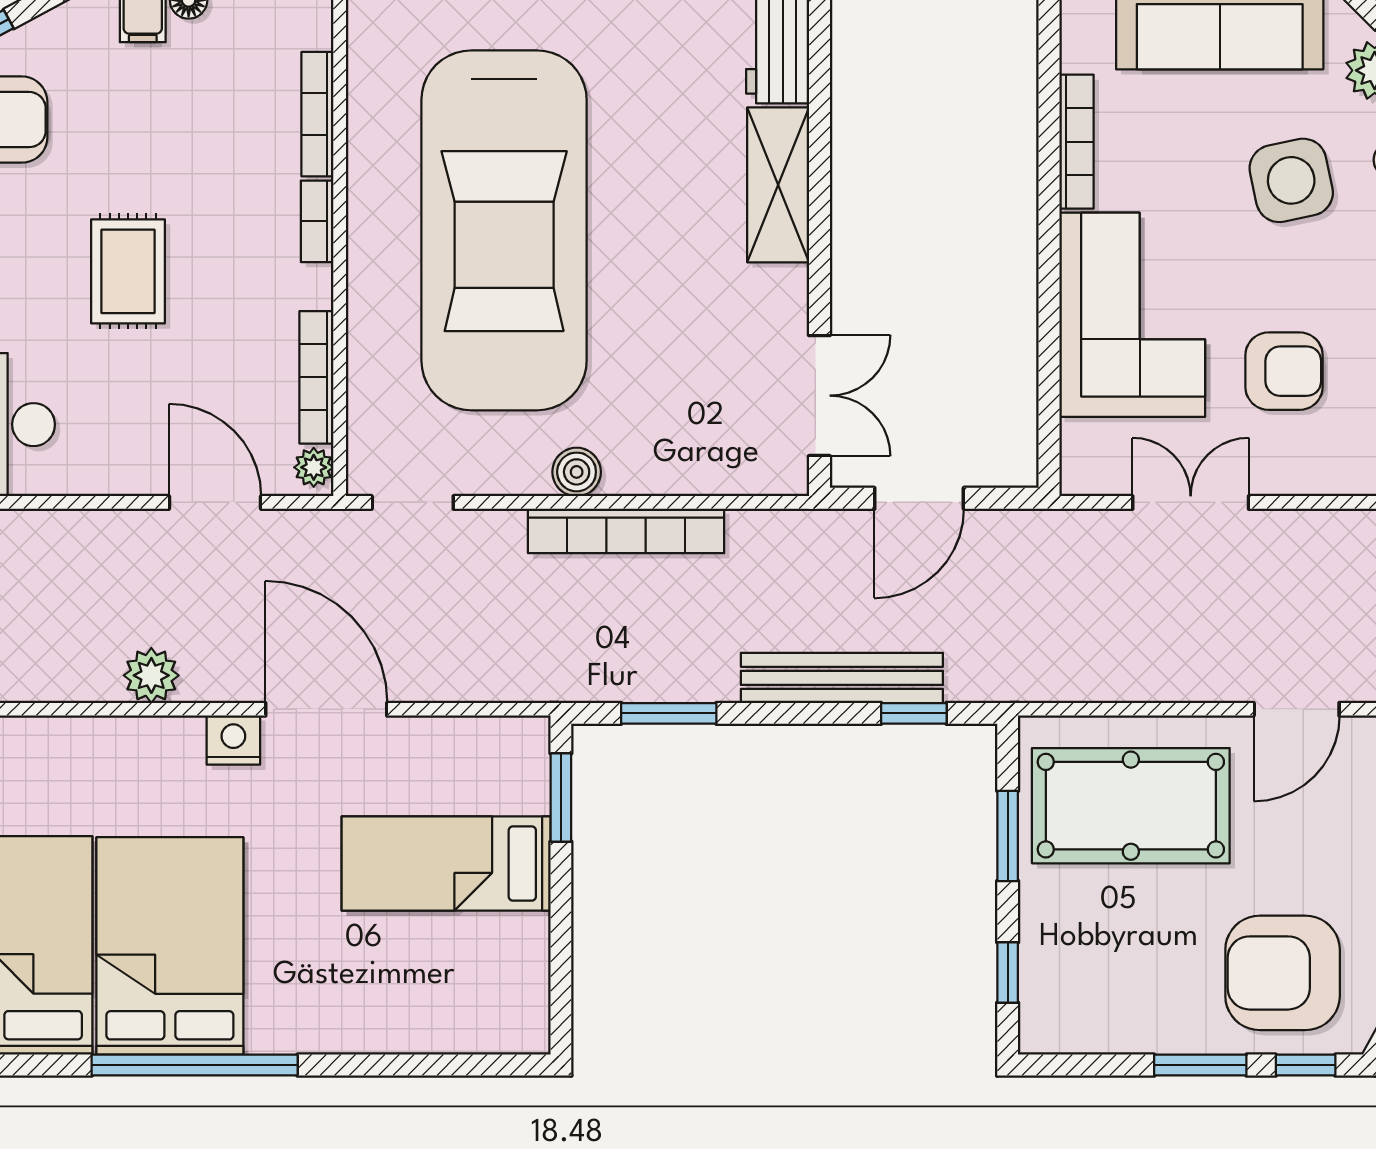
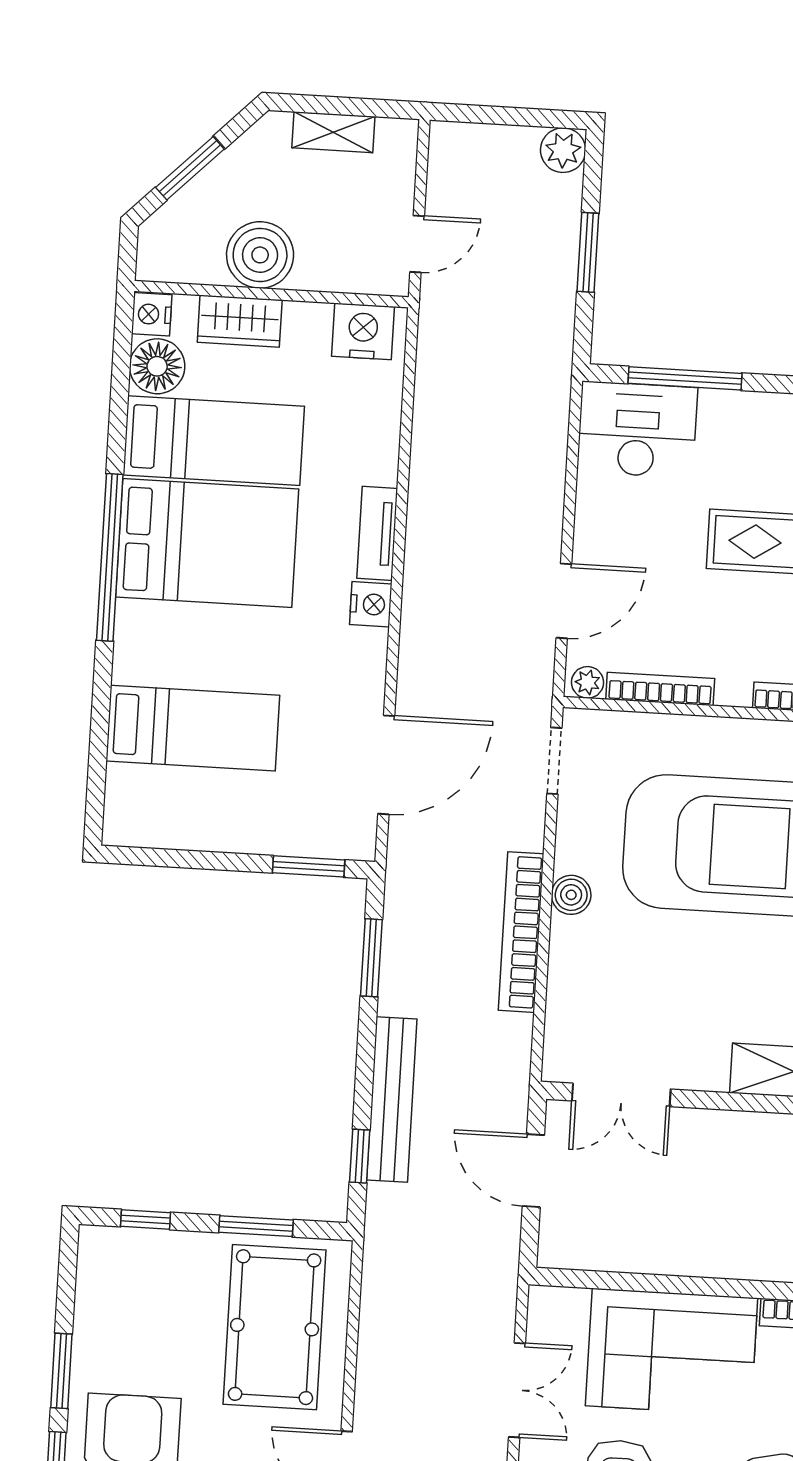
plant: (151, 675) -> (427, 541), removed
door: (326, 709) -> (386, 765), moved
tv unit: (146, 737) -> (377, 533), added
bed: (446, 863) -> (193, 728), moved, turned 90

